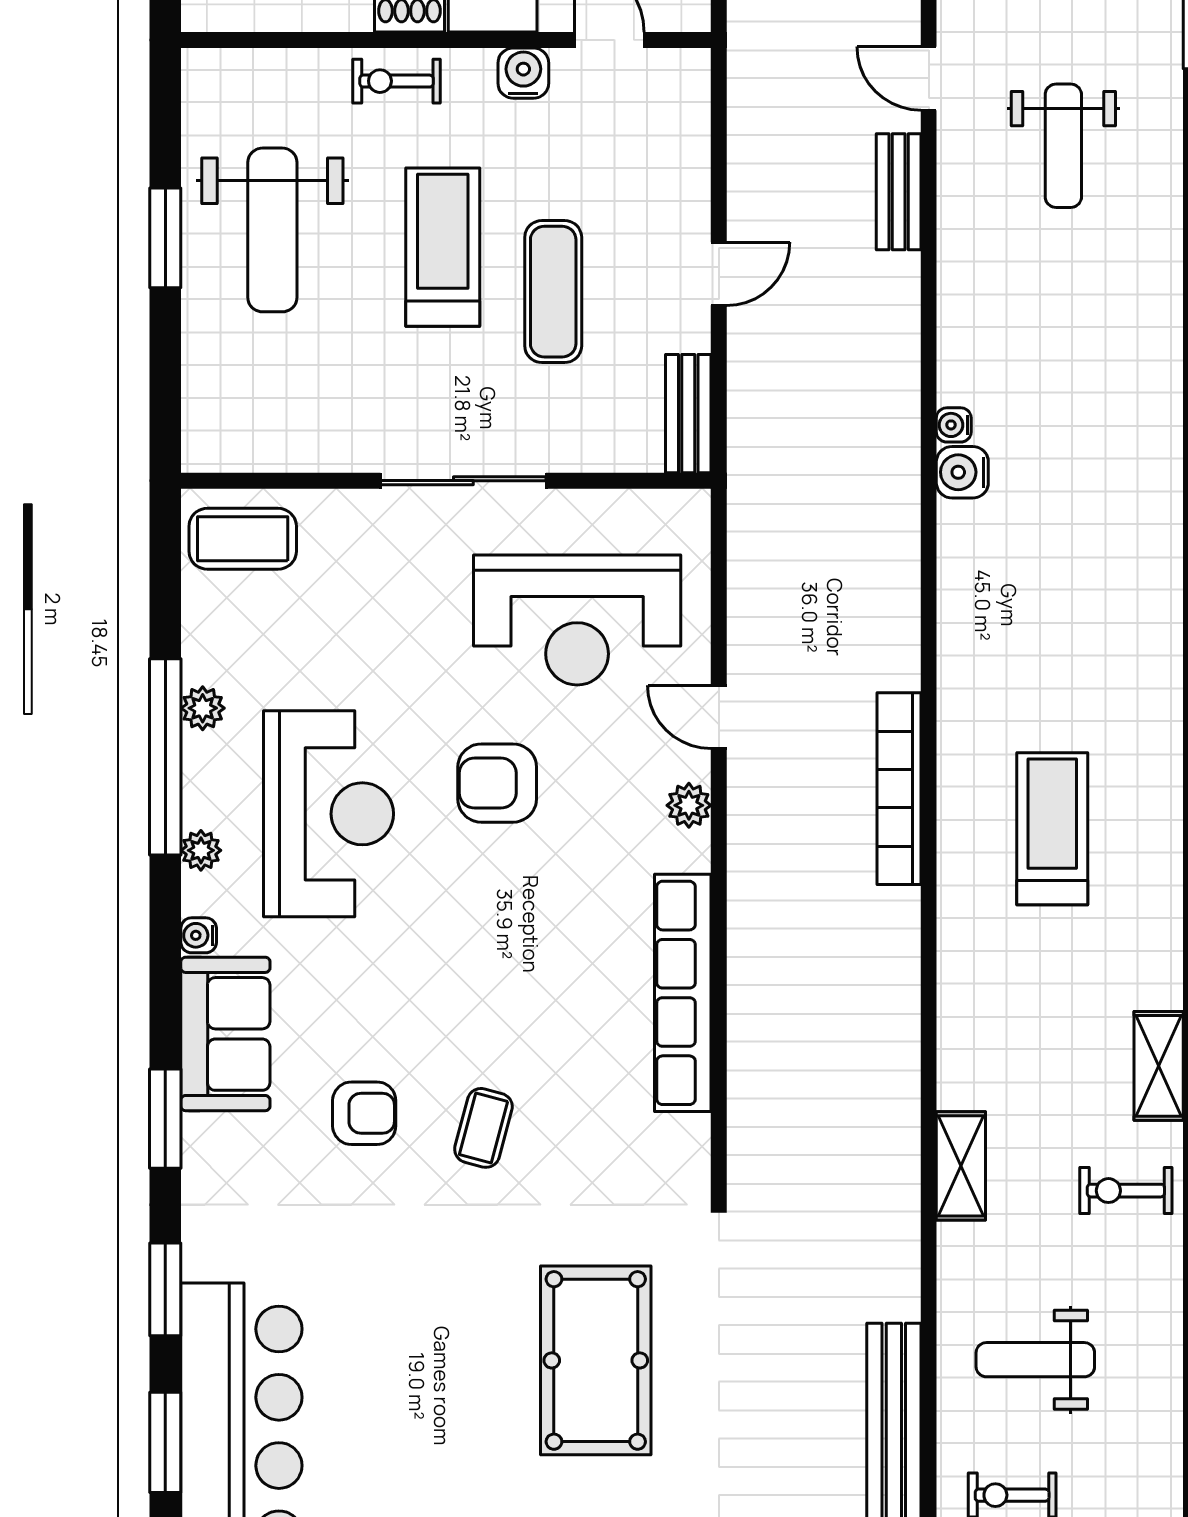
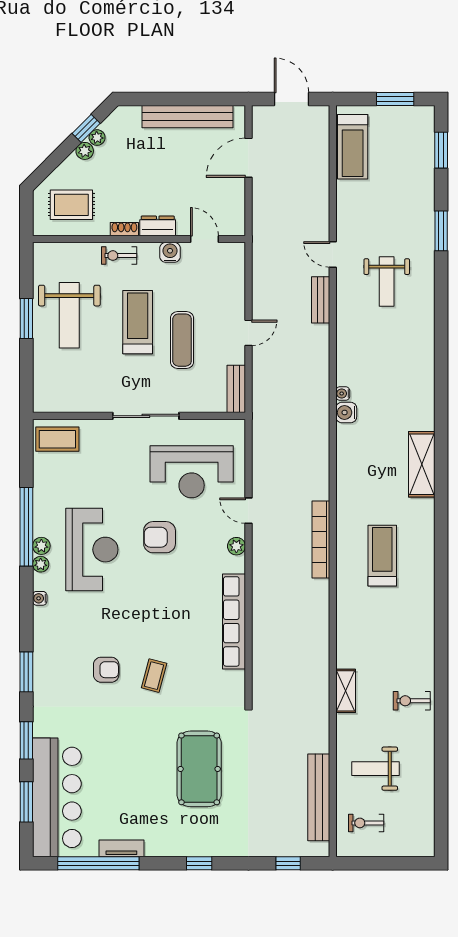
plant: (203, 708) -> (41, 546), moved
sofa: (225, 1034) -> (50, 638), removed
shelving: (1159, 1066) -> (422, 464), moved, width x1.50, depth x1.33

